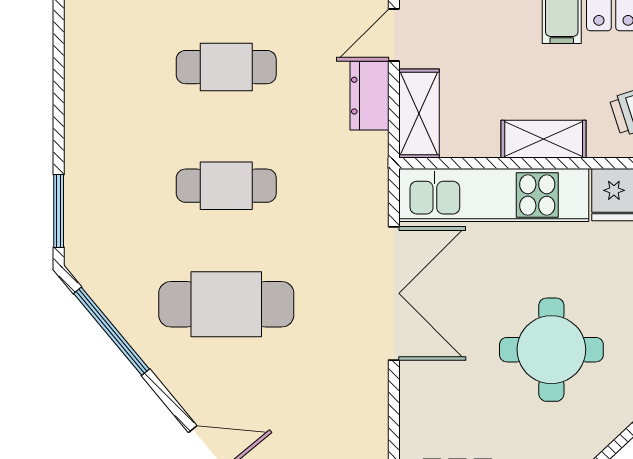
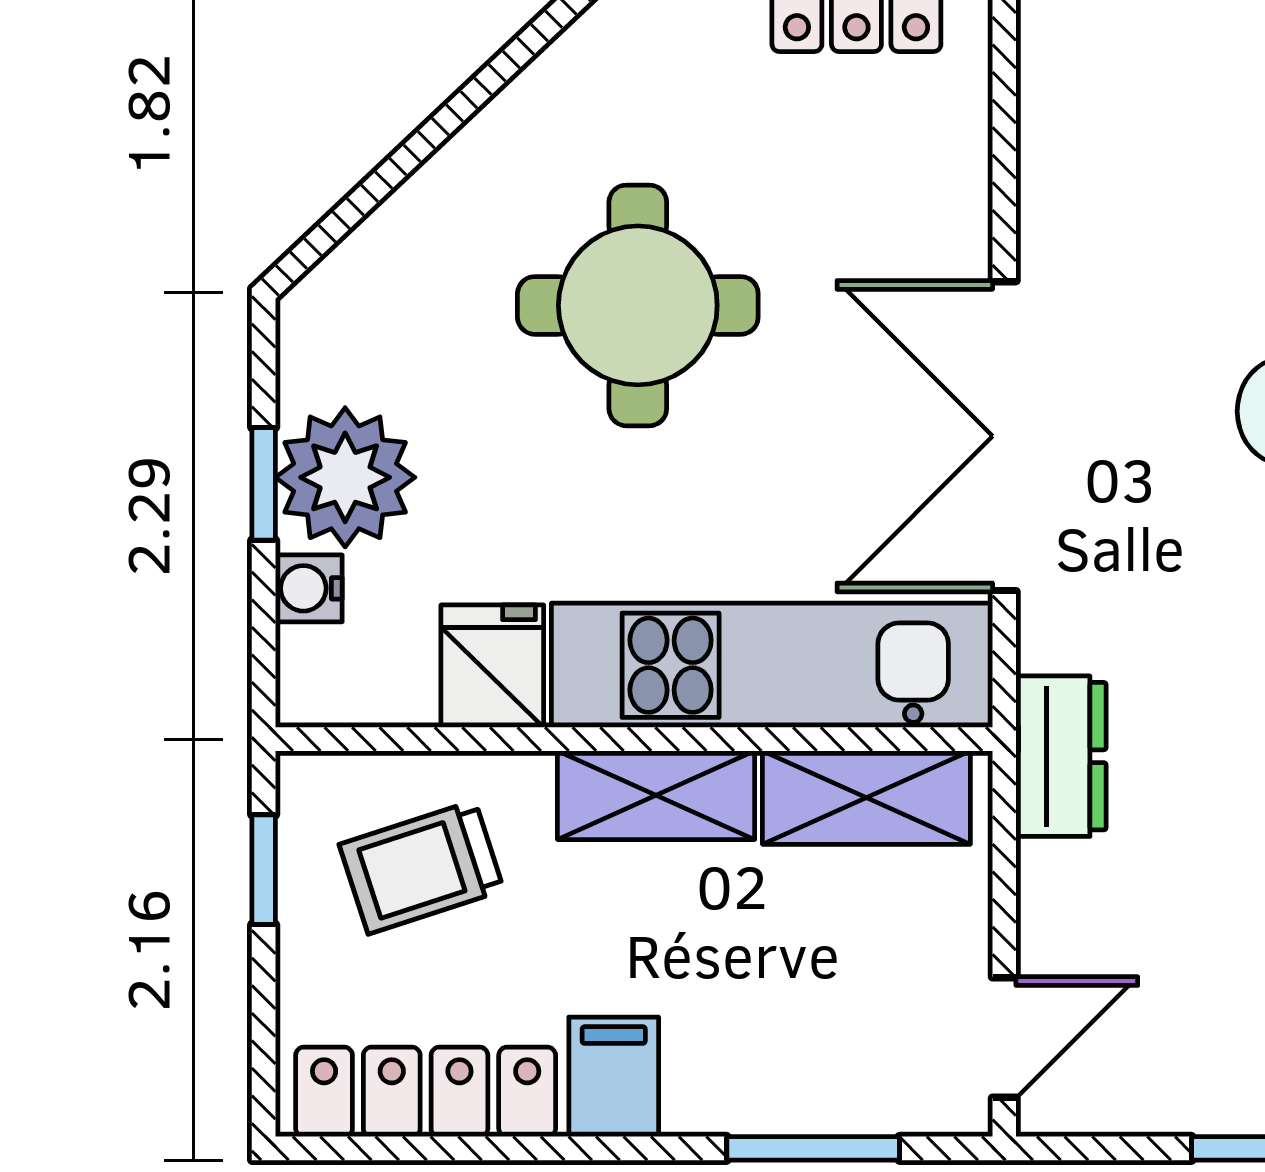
dresser: (369, 96) -> (1061, 756), moved
shelving: (419, 114) -> (866, 798), moved, turned 90

